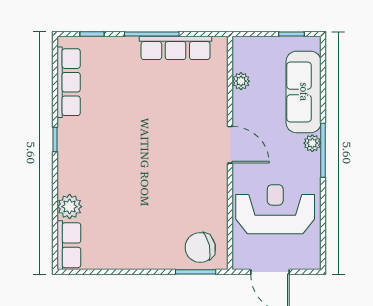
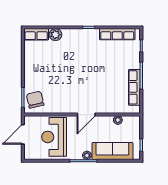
reception desk: (275, 209) -> (54, 137), turned 180

